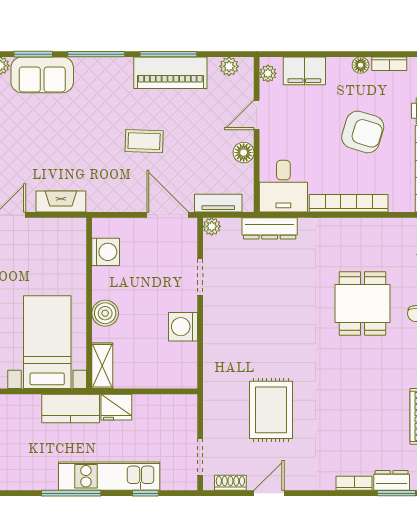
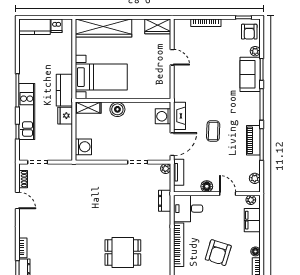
piano: (170, 73) -> (253, 140), width x0.73, depth x0.75
fireplace: (61, 202) -> (180, 116), moved
dresser: (270, 228) -> (165, 201), width x0.70
washing machine: (106, 252) -> (163, 116), moved, turned 90
washing machine: (183, 327) -> (83, 147), moved, turned 90
rug: (271, 410) -> (64, 202), removed

